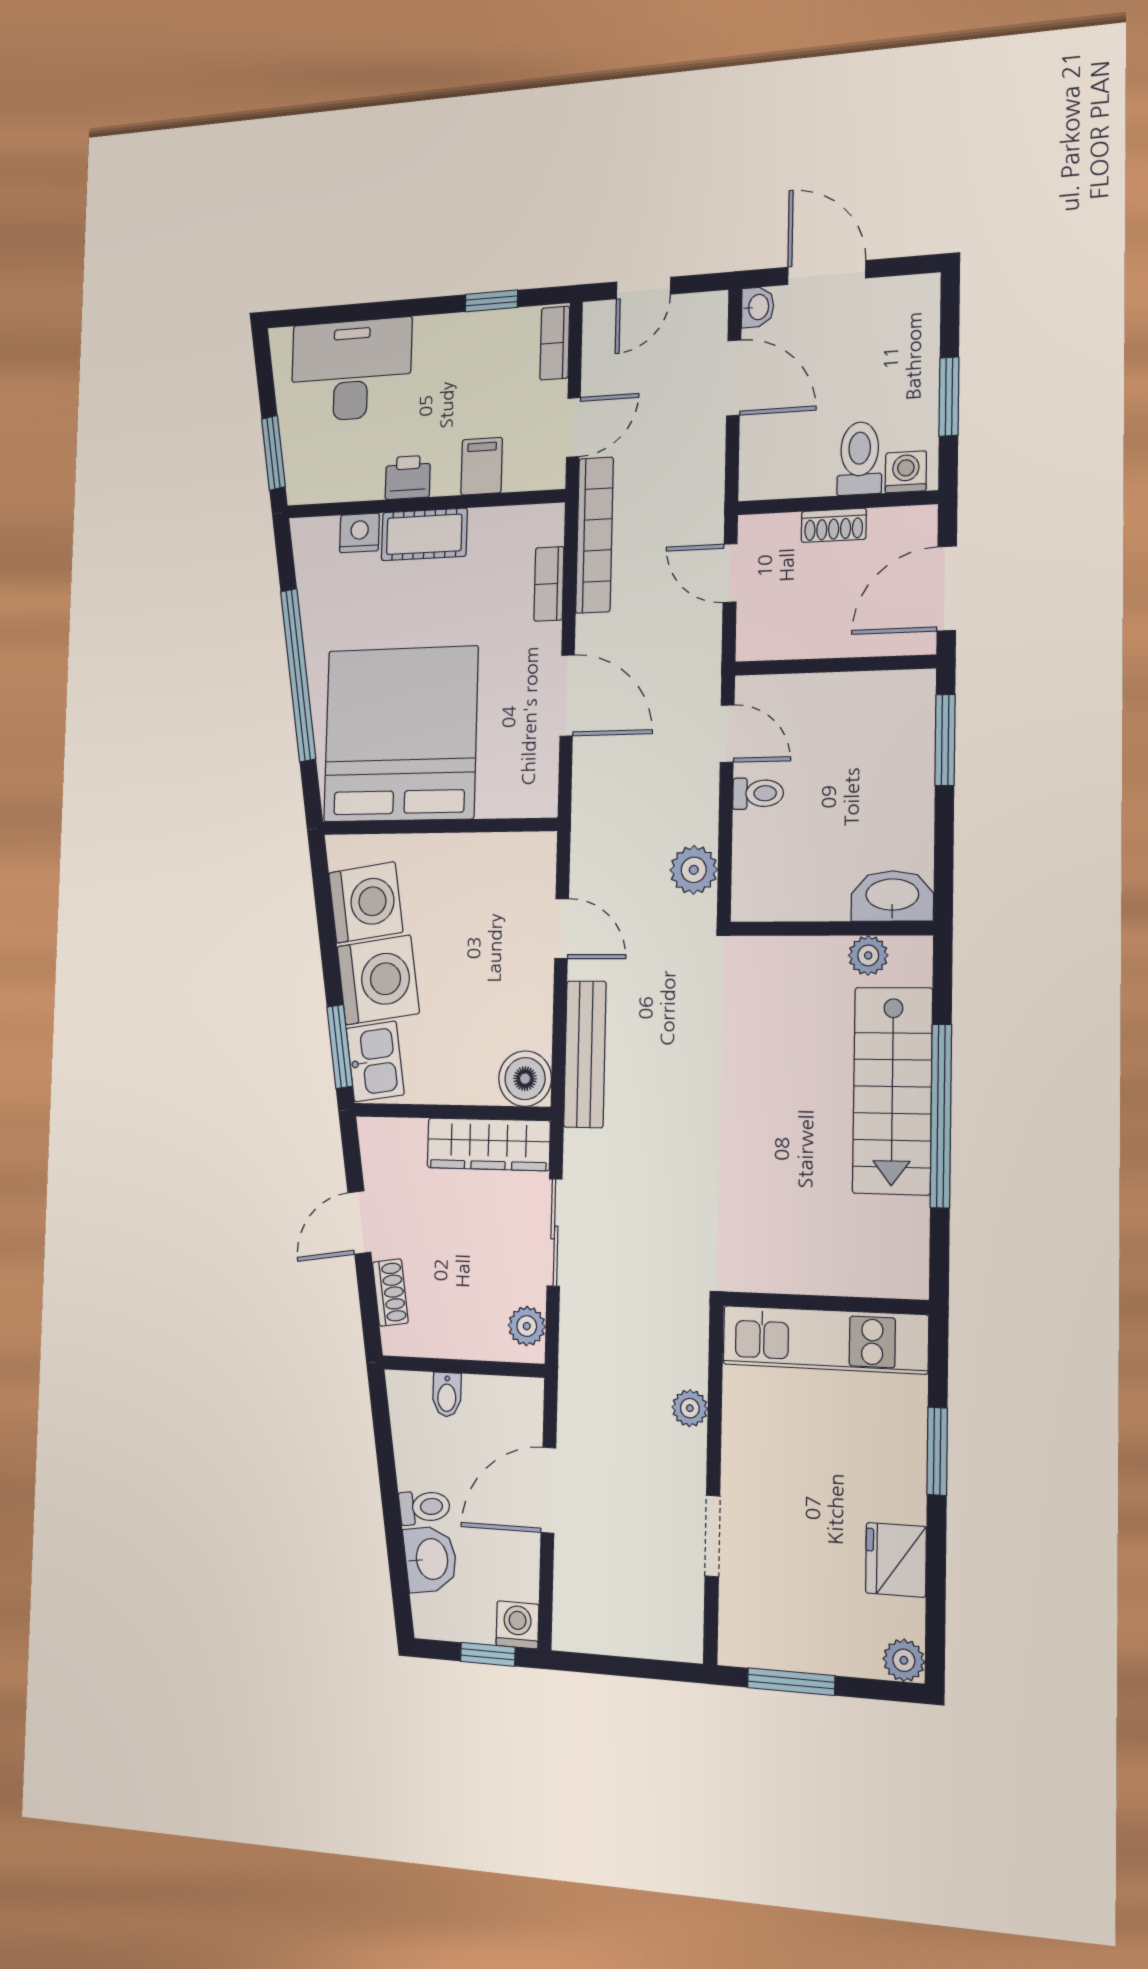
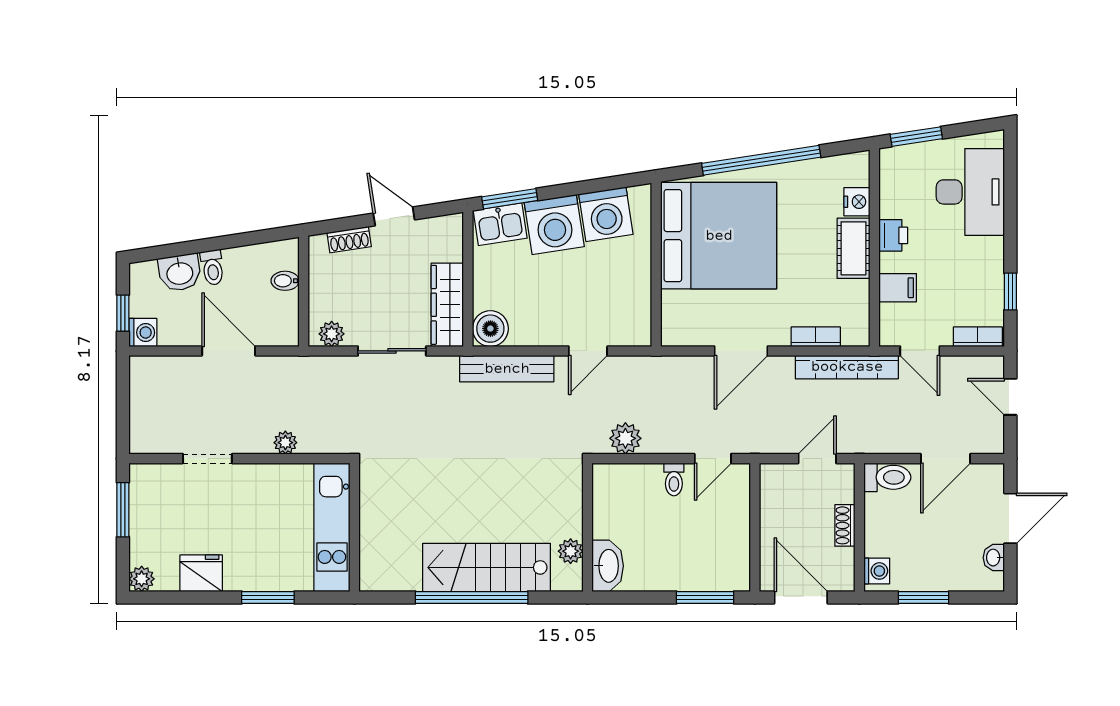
washbasin: (758, 307) -> (994, 558), moved, turned 90
toilet: (860, 458) -> (887, 477), moved

